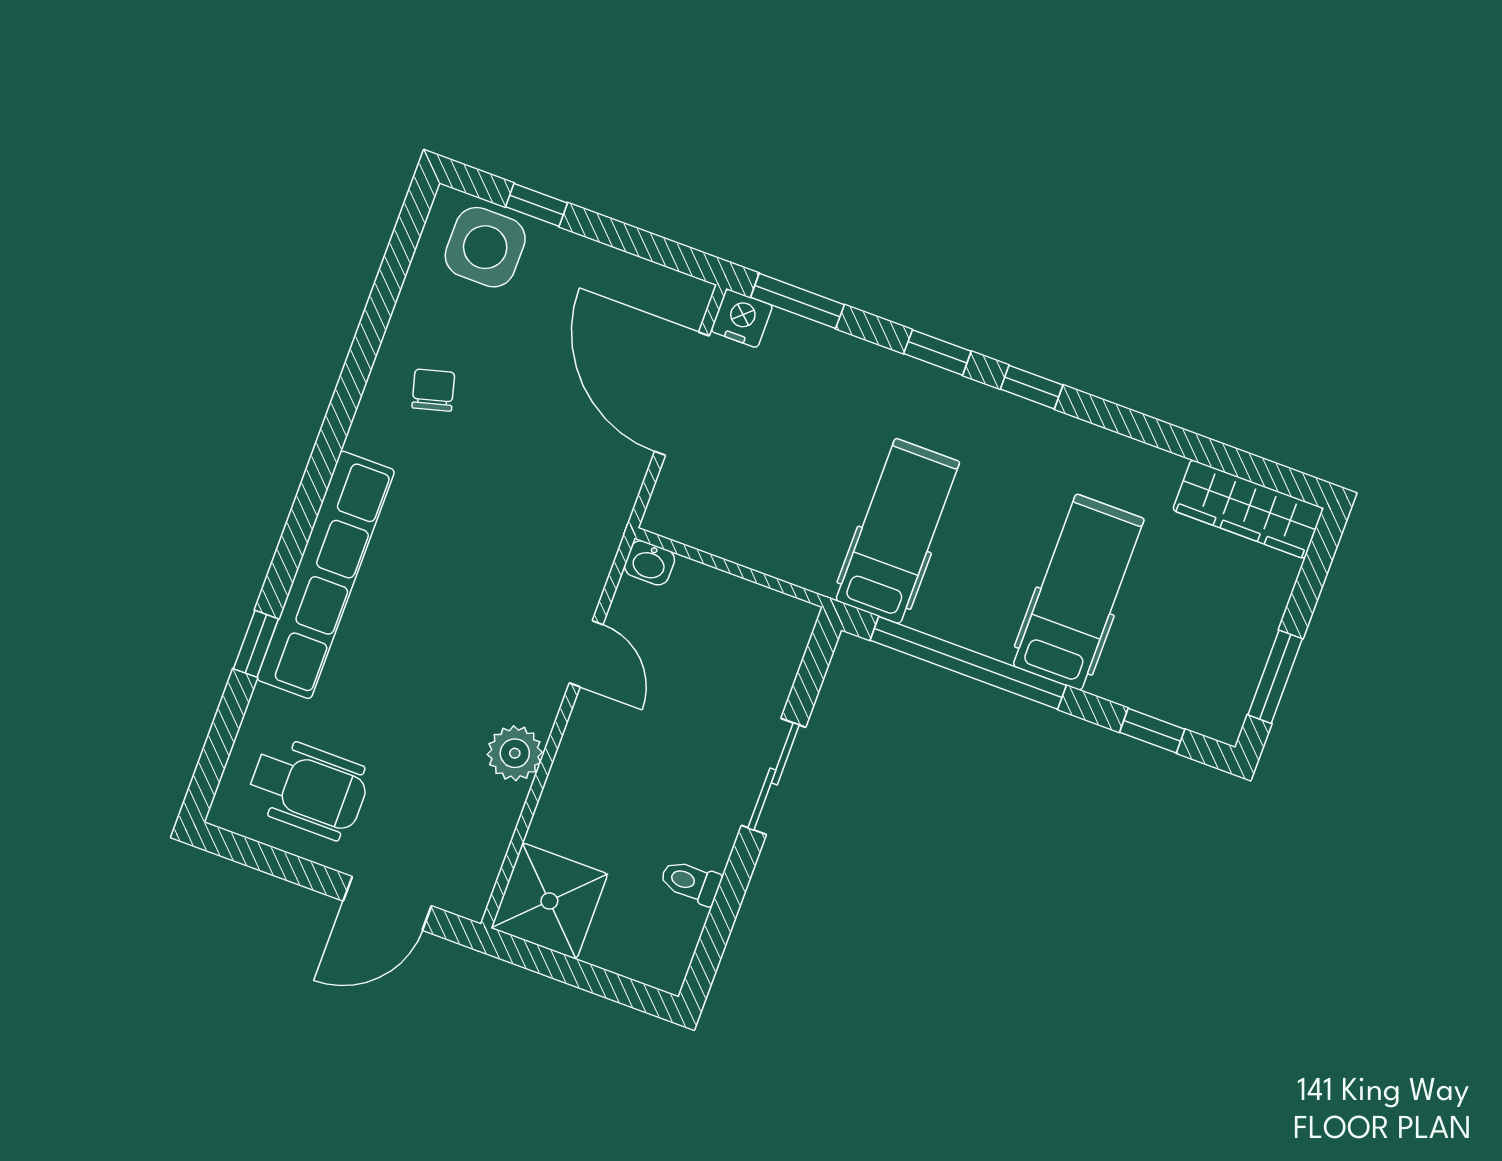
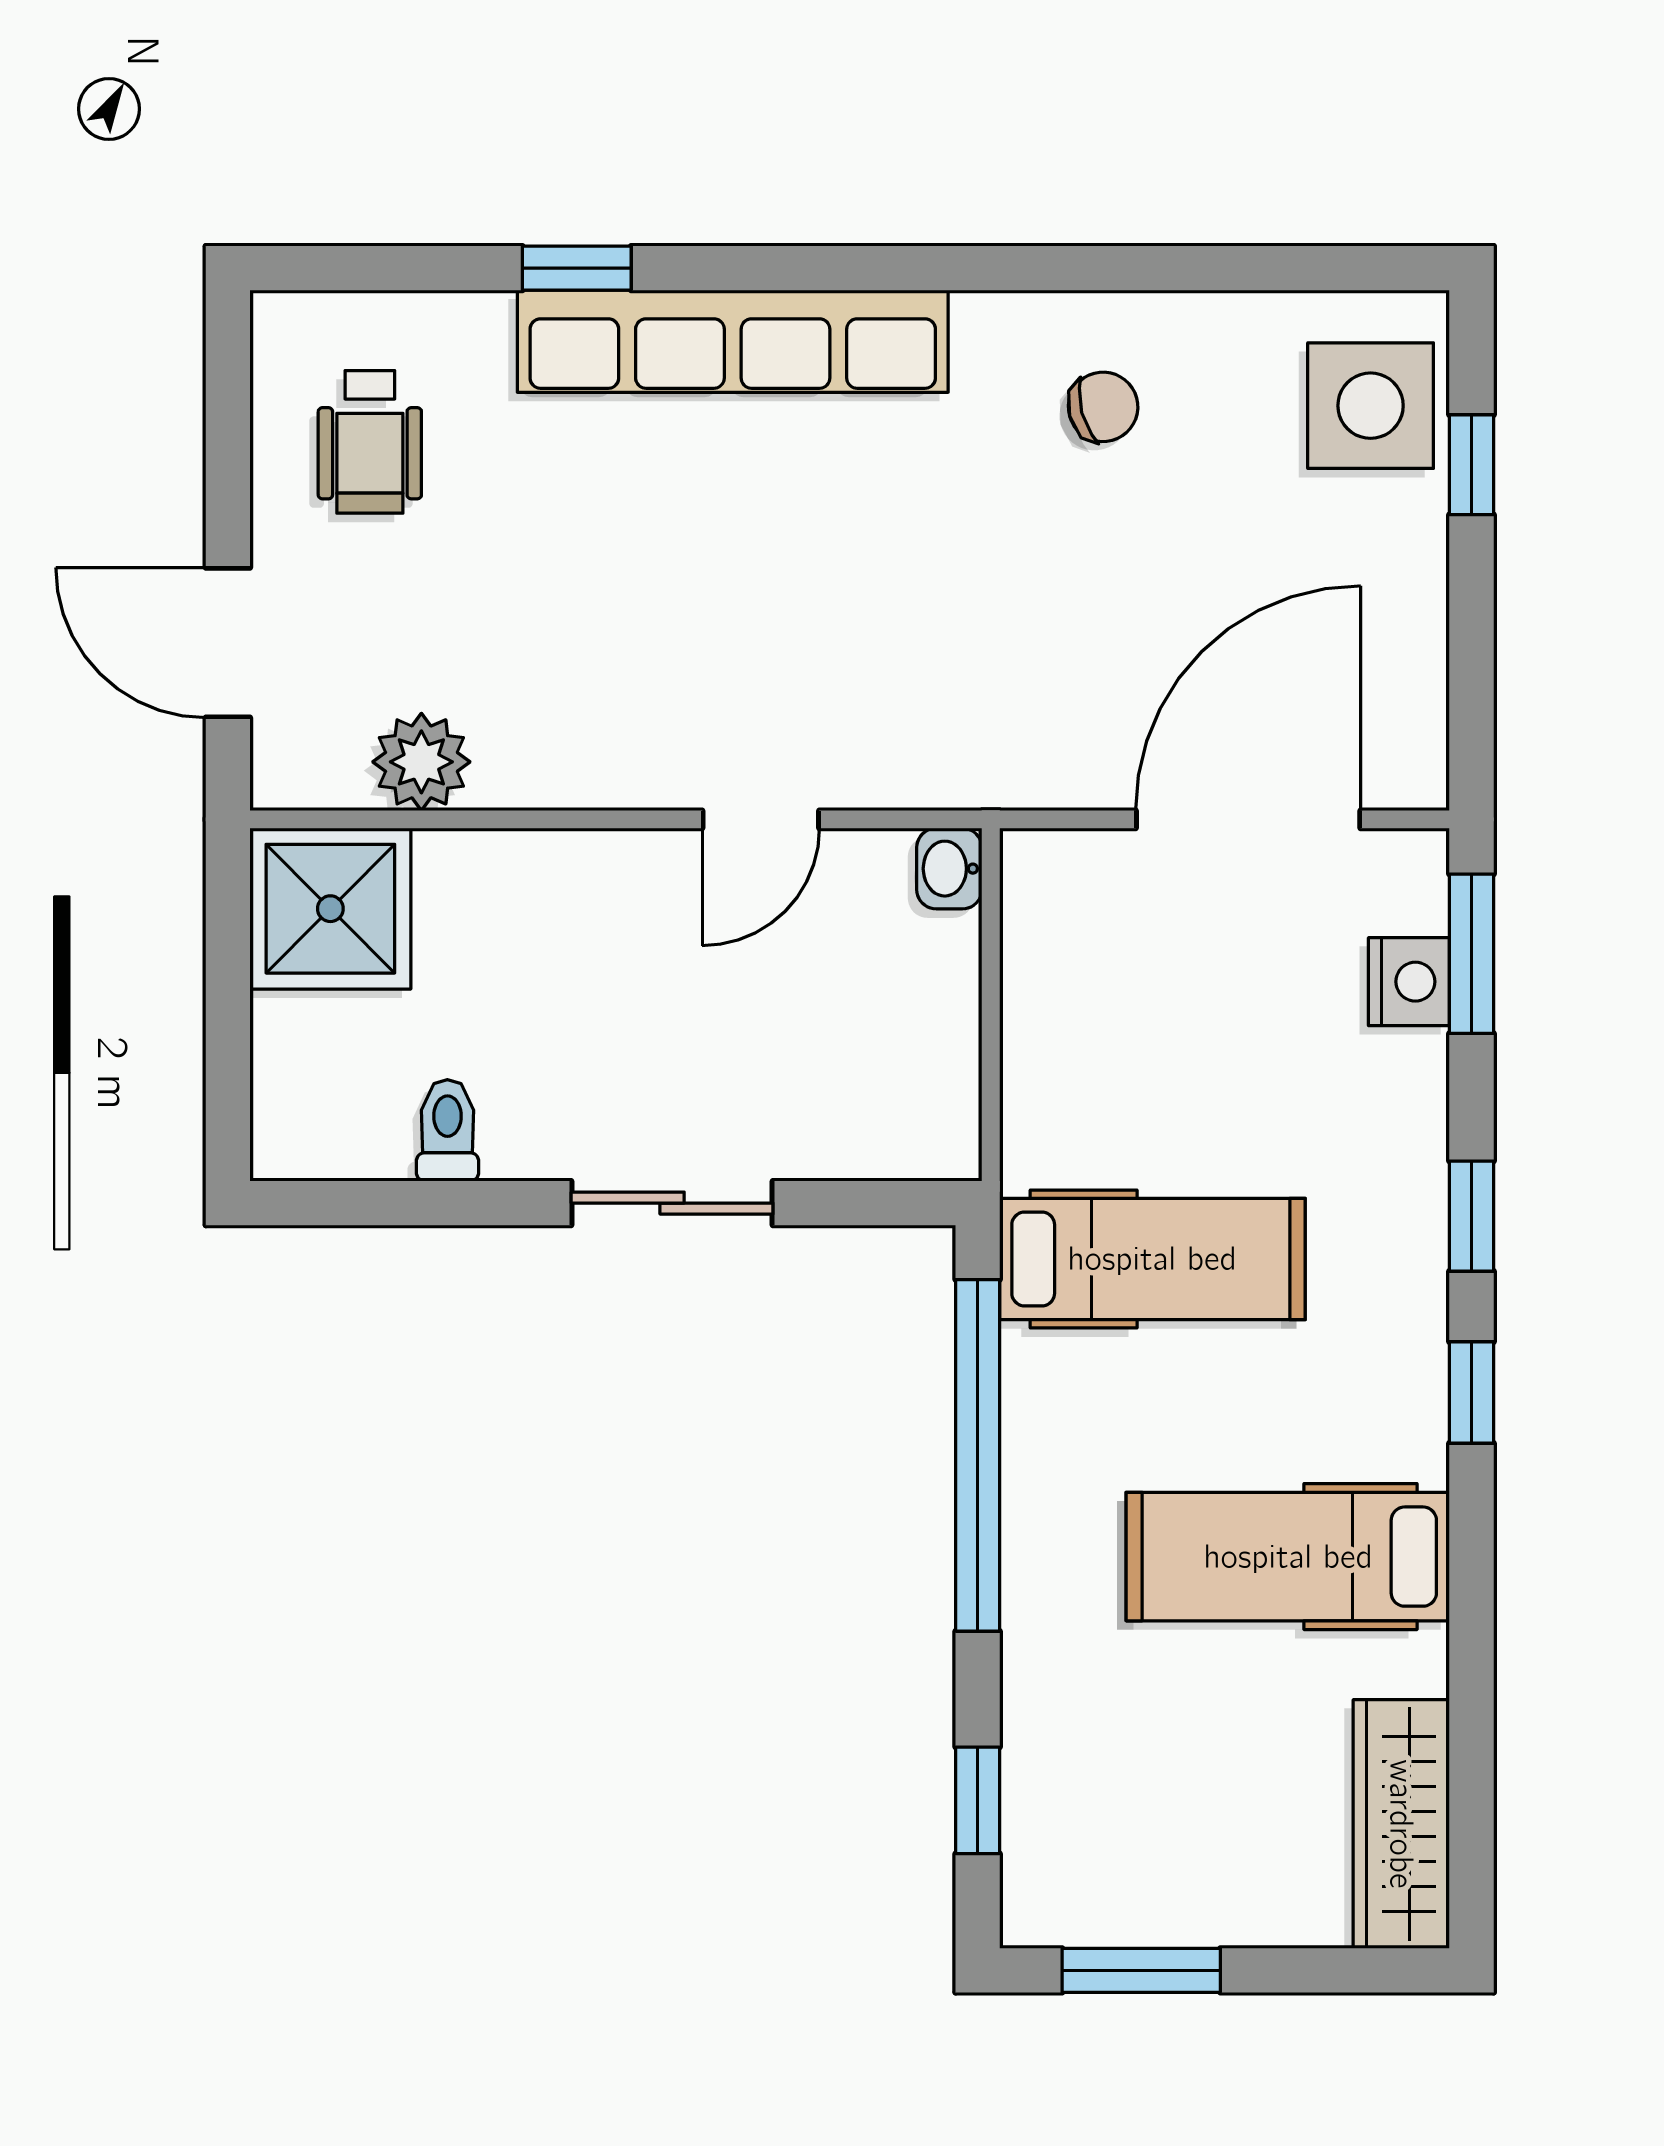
nightstand: (742, 318) -> (1409, 982), moved
hospital bed: (1079, 592) -> (1288, 1557), moved, turned 180
plant: (515, 753) -> (421, 762), moved
wheelchair: (308, 788) -> (370, 442), width x0.73, depth x0.73

